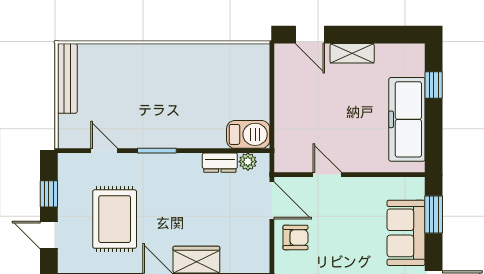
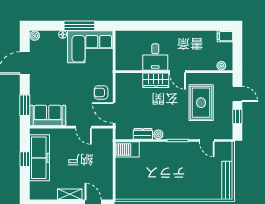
window: (434, 85) -> (25, 159), moved
plant: (248, 162) -> (158, 134), moved
sofa: (406, 233) -> (48, 116), moved, turned -90

